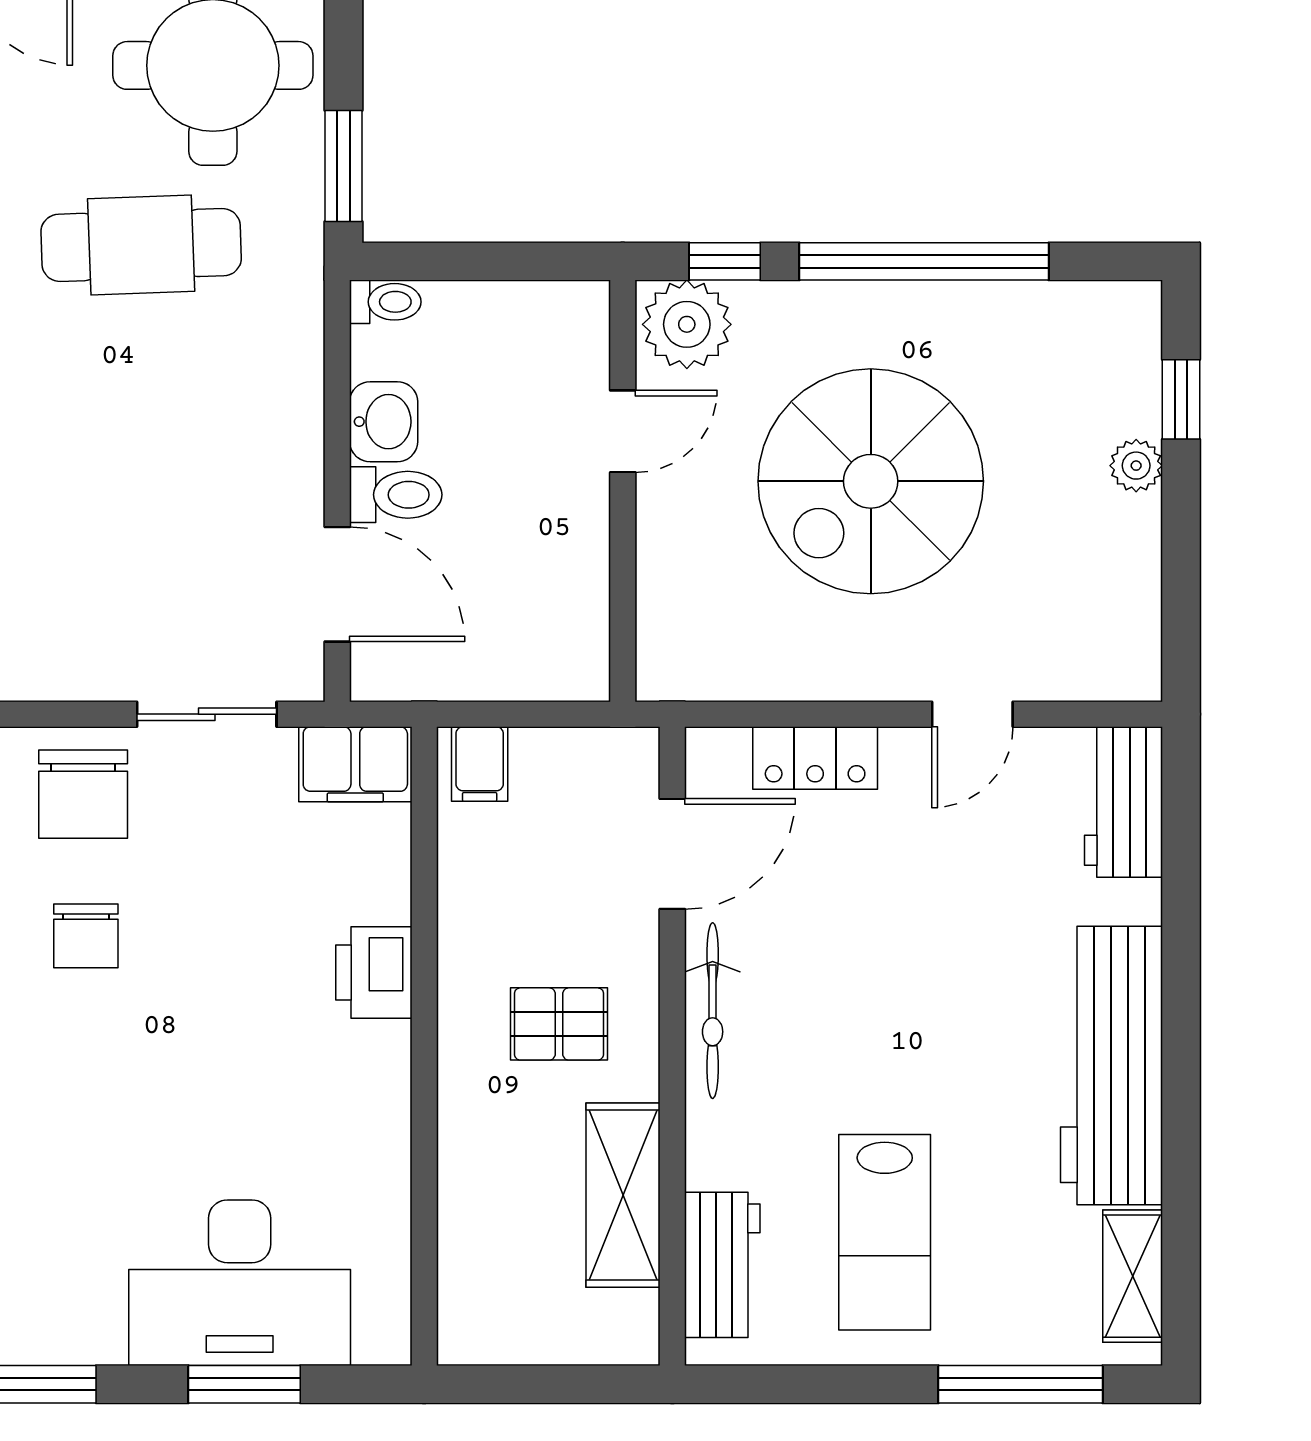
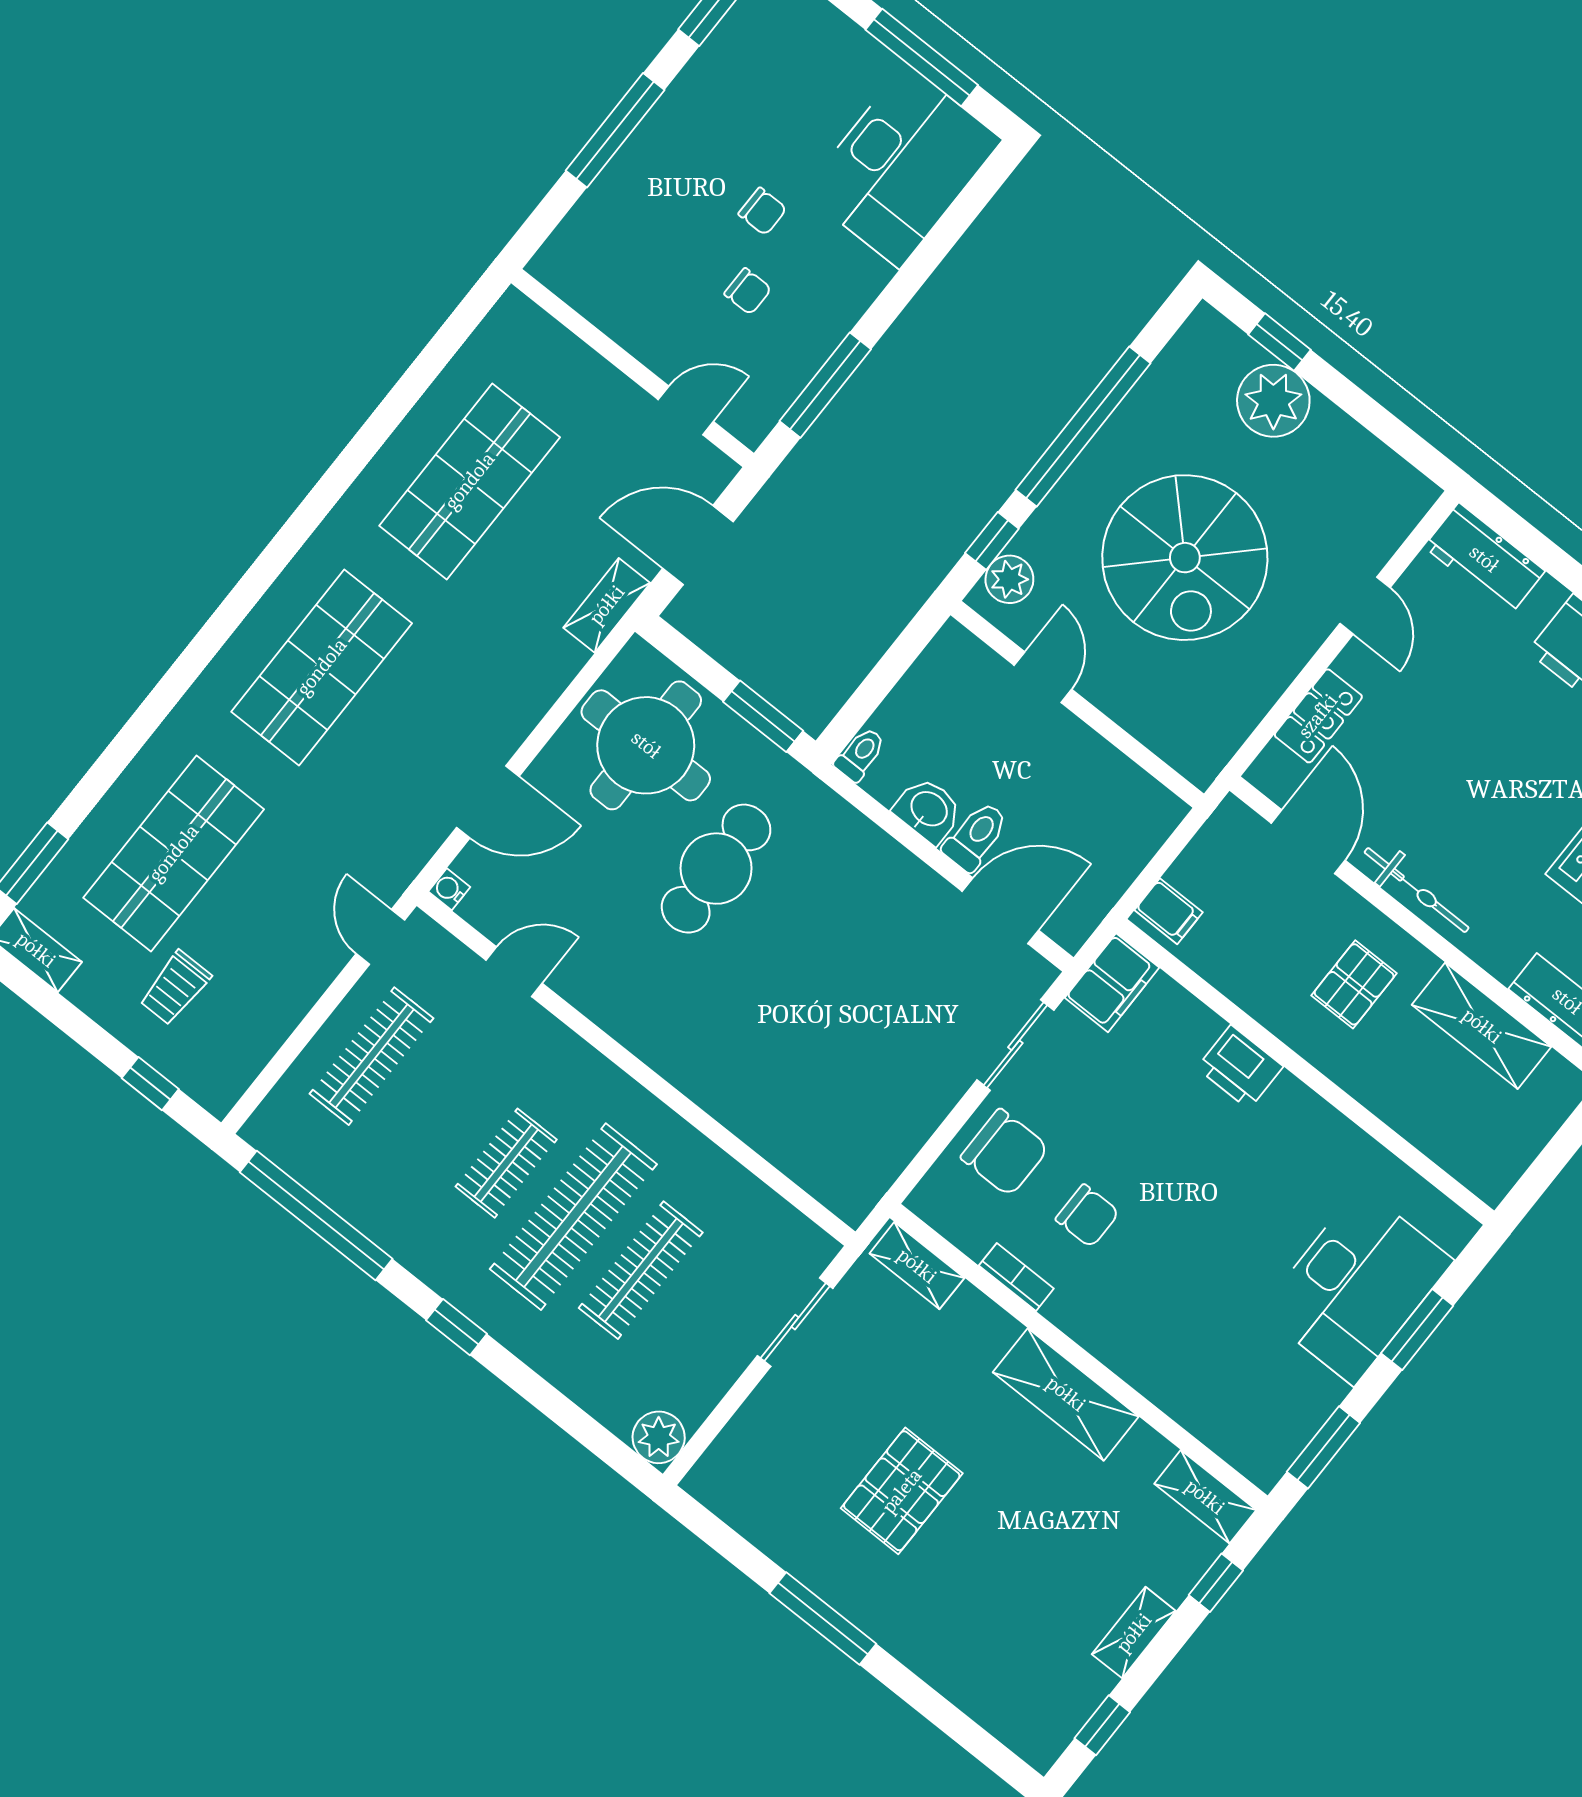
plant: (687, 324) -> (1009, 579), width x0.73, depth x0.73
plant: (1136, 466) -> (1273, 401), width x1.87, depth x1.87

